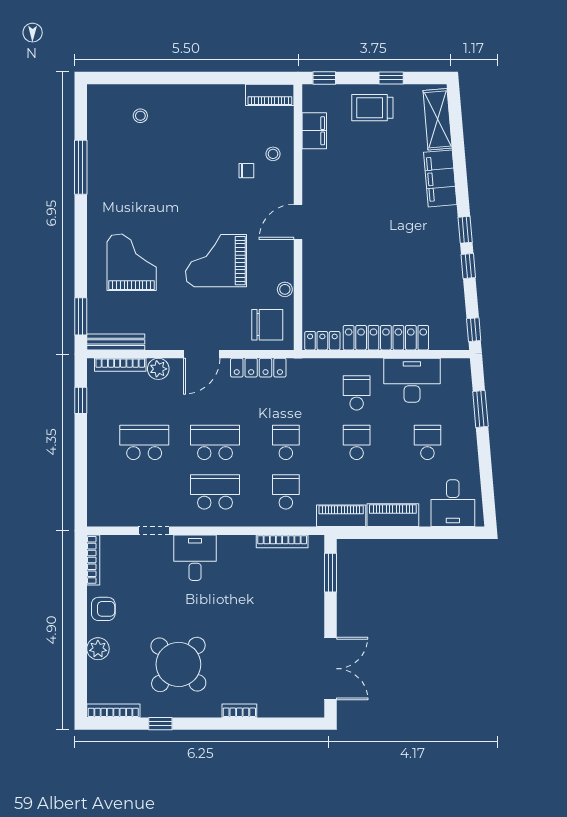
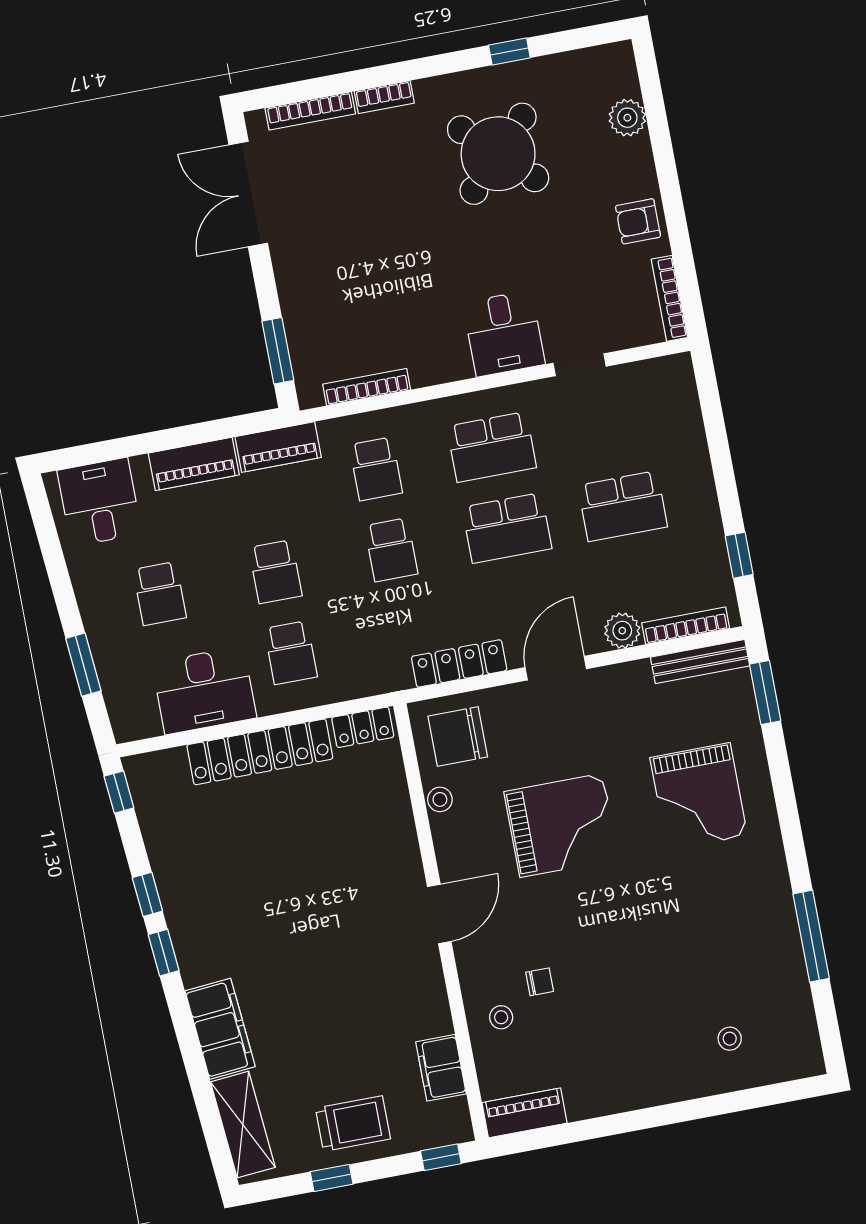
chair: (246, 171) -> (540, 982), turned 180
plant: (98, 649) -> (627, 118), moved
bookcase: (113, 711) -> (310, 111), moved

